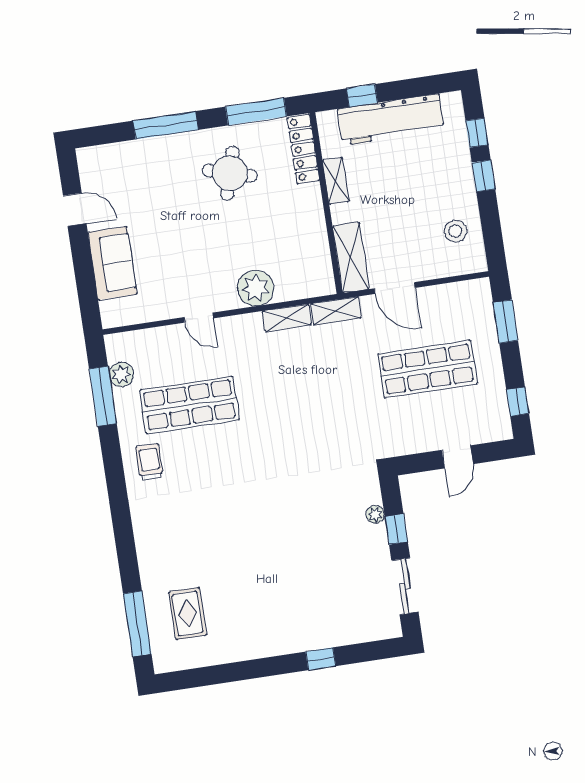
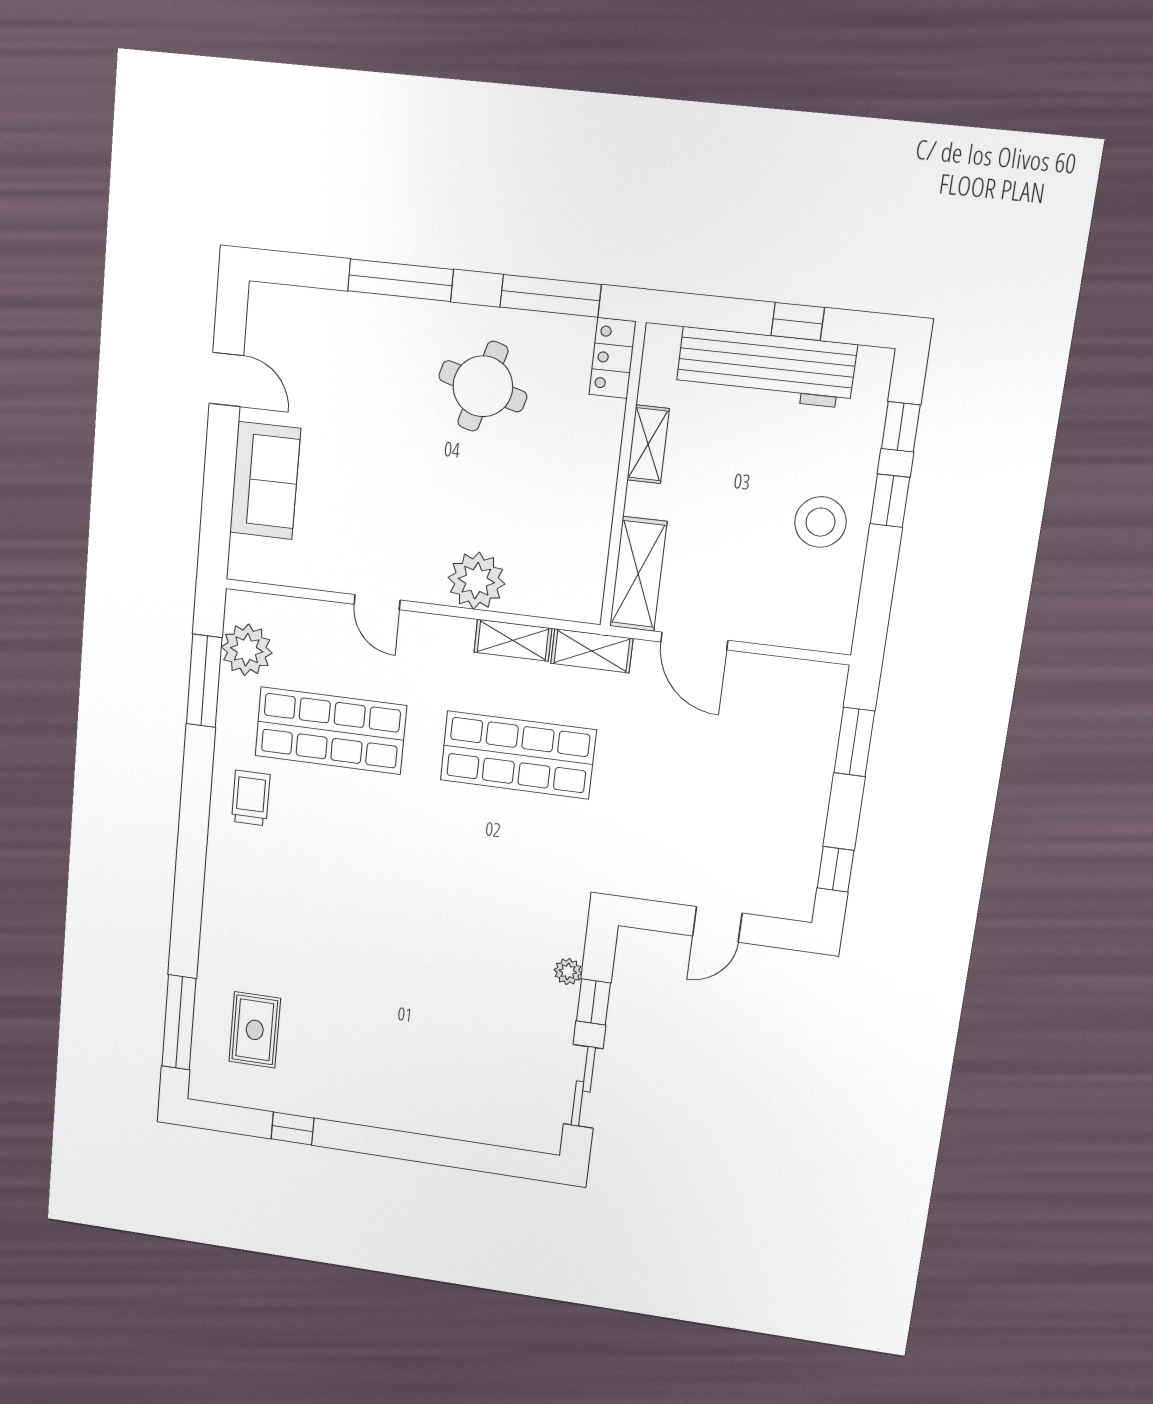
window: (362, 96) -> (798, 322), moved
locker: (303, 149) -> (613, 358), width x0.66
stool: (455, 231) -> (820, 522), moved, width x1.38, depth x1.38
shop shelf: (427, 369) -> (518, 755), moved
plant: (121, 374) -> (247, 650), width x1.36, depth x1.36
window: (321, 659) -> (293, 1129), moved

